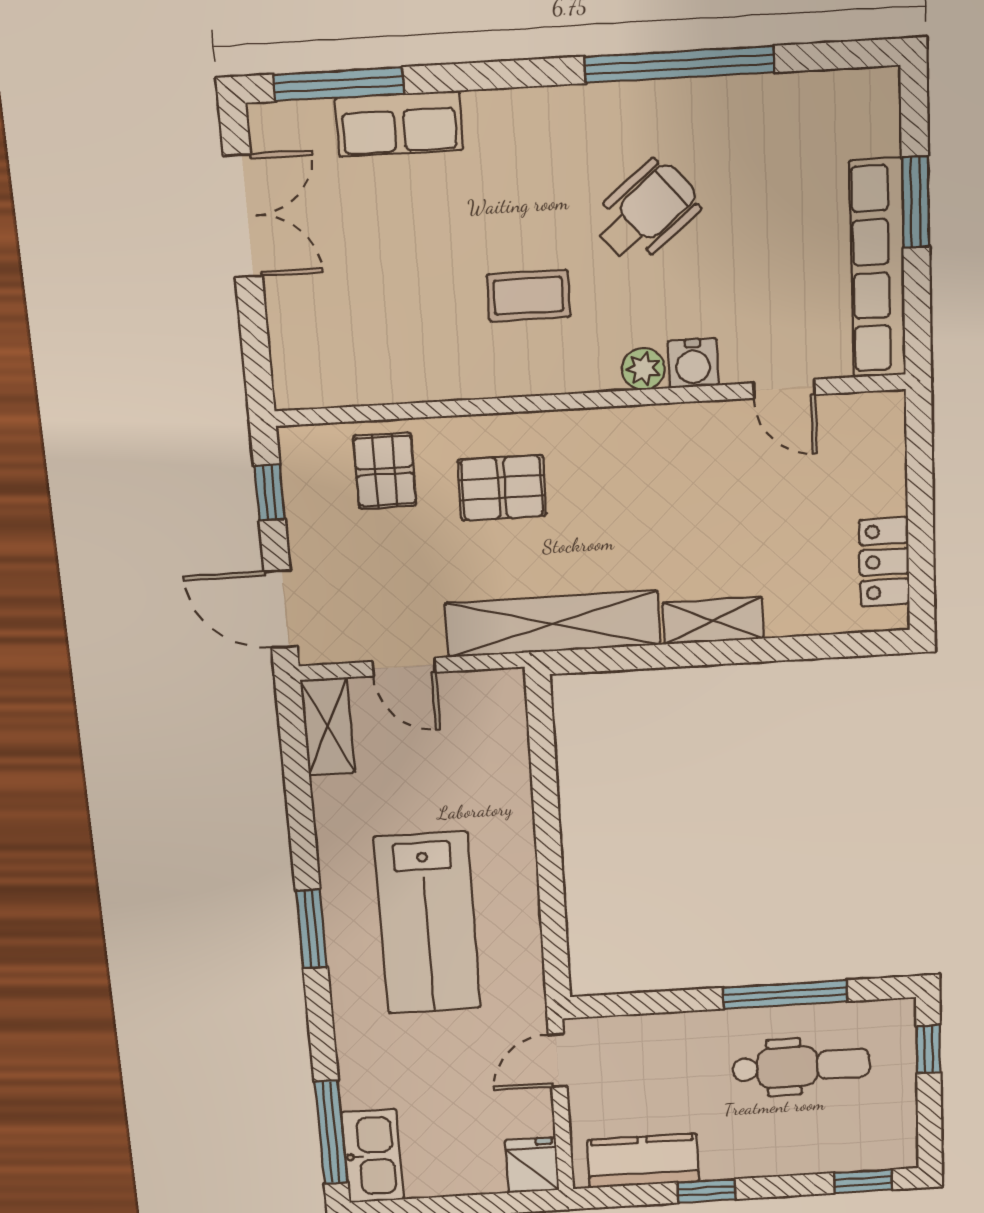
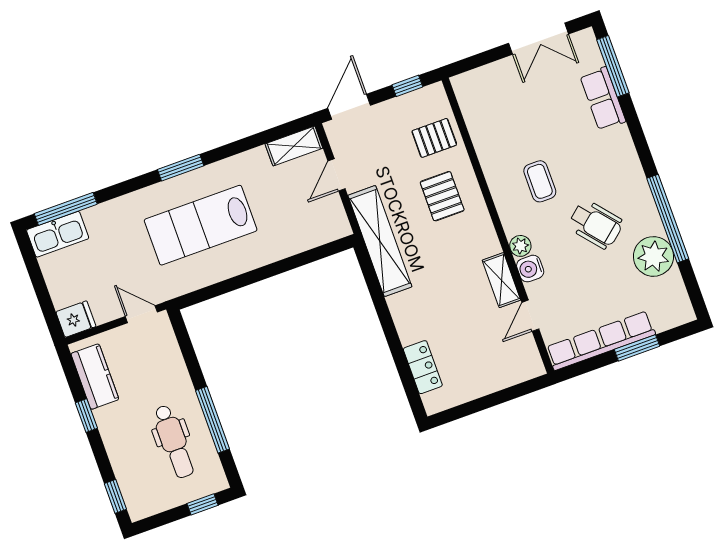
plant: (746, 116) -> (653, 256), added
locker: (884, 562) -> (423, 367), moved, turned 90
shelving: (713, 621) -> (501, 280), moved

